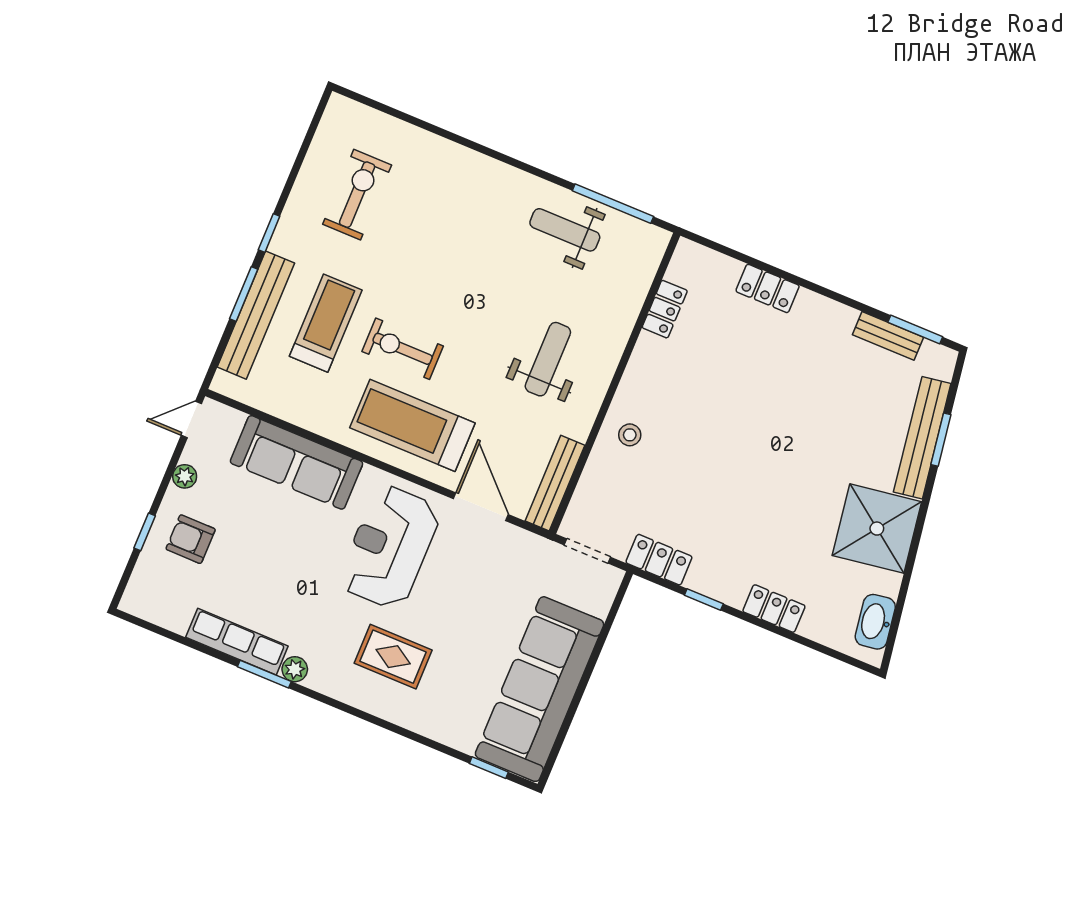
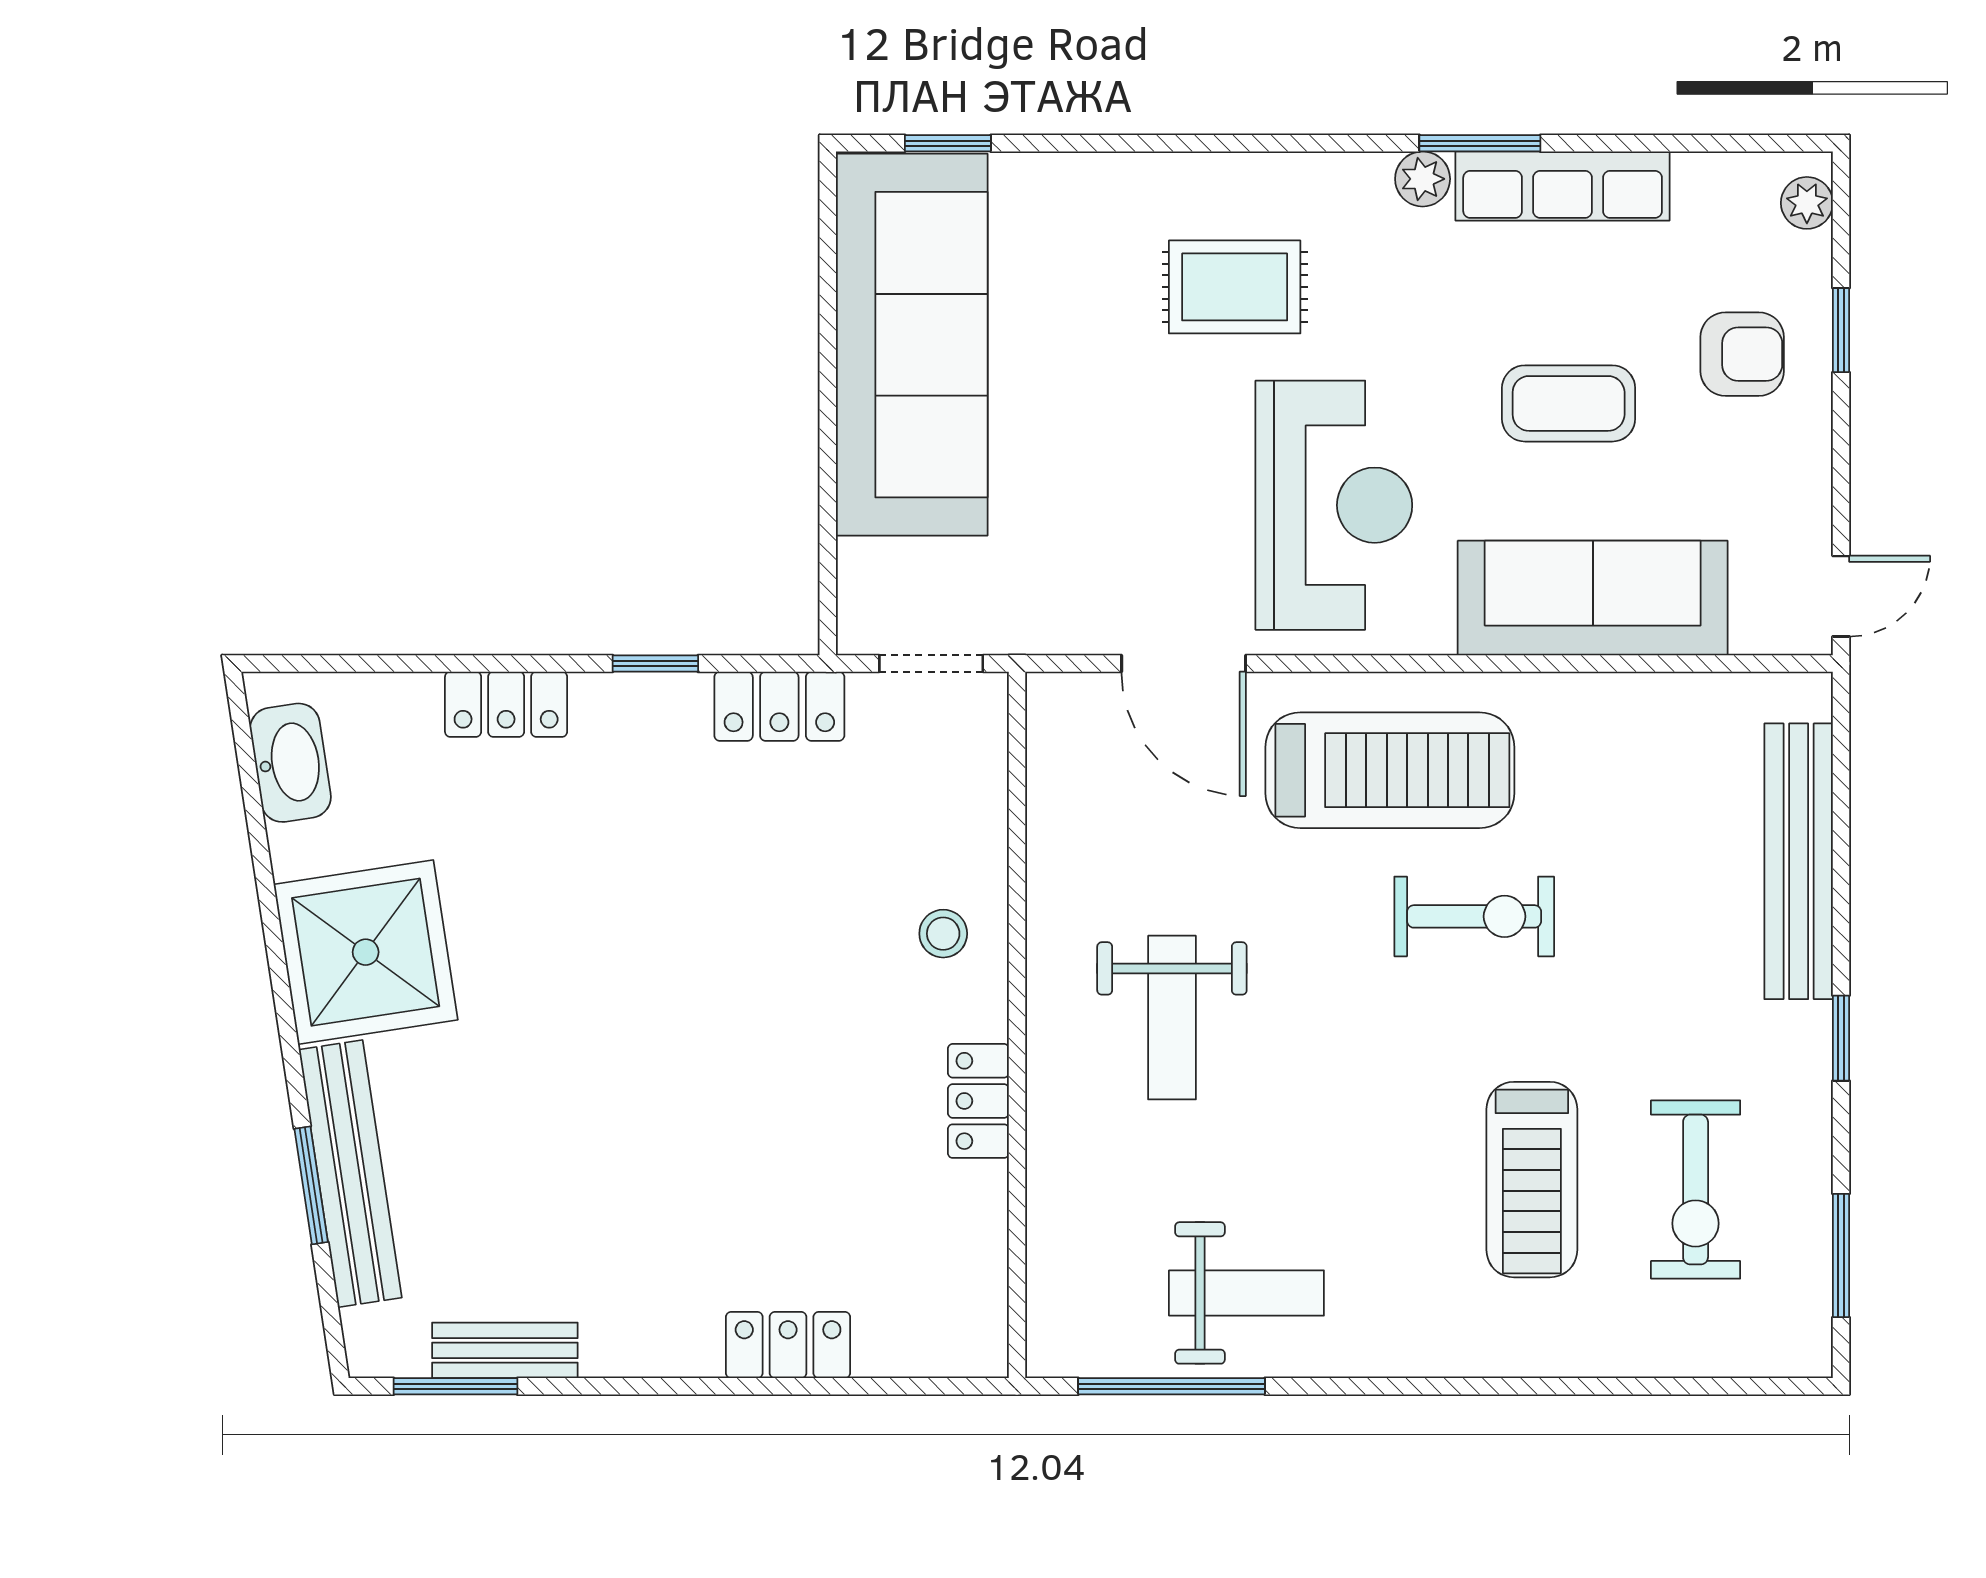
window: (244, 294) -> (1841, 1255), moved
locker: (665, 309) -> (978, 1101), moved
treadmill: (326, 323) -> (1532, 1180), moved
plant: (185, 476) -> (1807, 203), moved
bench: (555, 483) -> (1053, 773), removed
coffee table: (273, 549) -> (1569, 403), added

